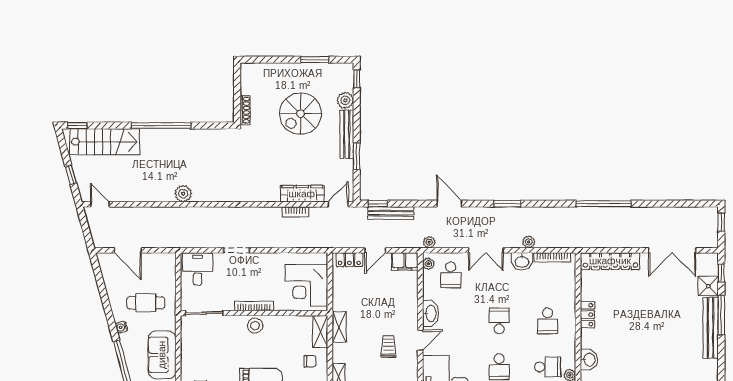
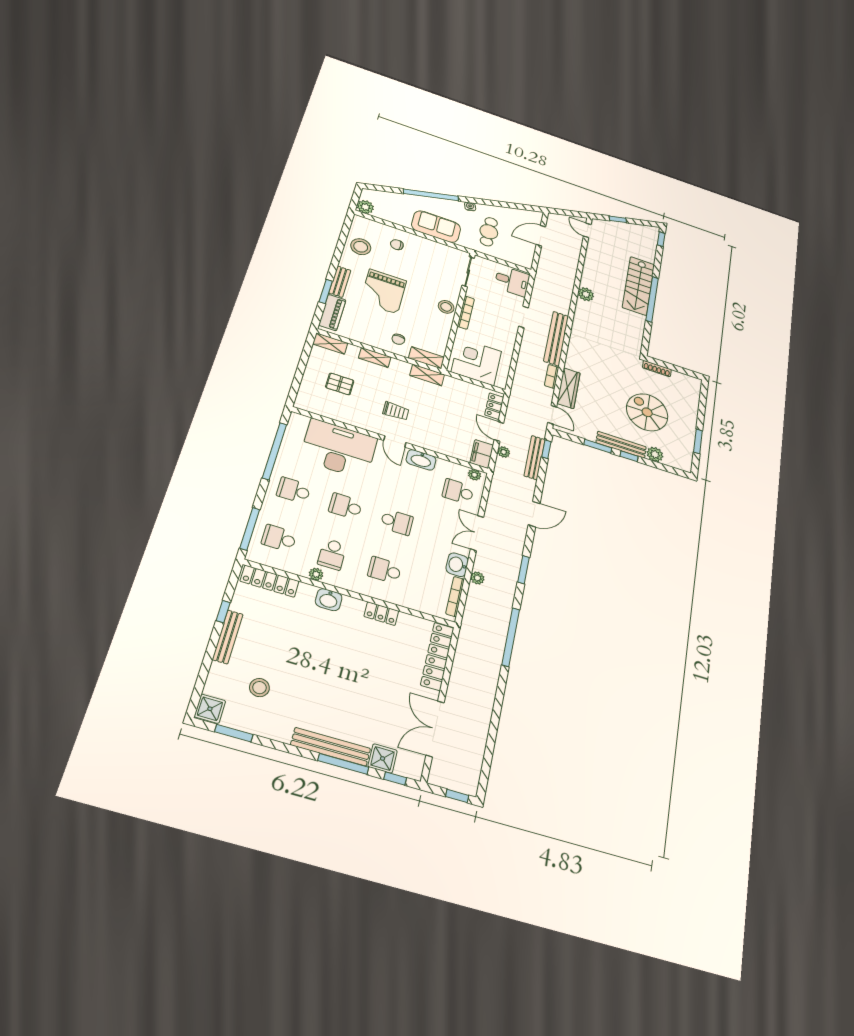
window: (357, 79) -> (629, 456), moved
stairs: (105, 142) -> (638, 286), moved
door: (100, 204) -> (587, 230), swing flipped
window: (604, 204) -> (511, 637), moved
bench: (249, 215) -> (556, 339), added
plant: (429, 242) -> (504, 452), moved

